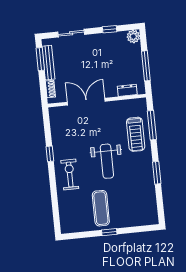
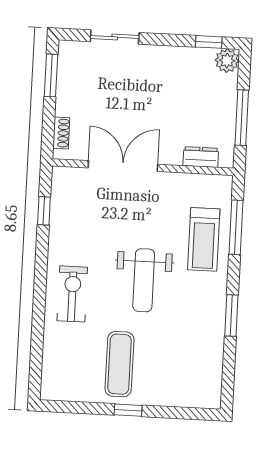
window: (110, 29) -> (209, 42), moved
bench: (48, 63) -> (65, 84), removed
window: (50, 154) -> (44, 211), moved

